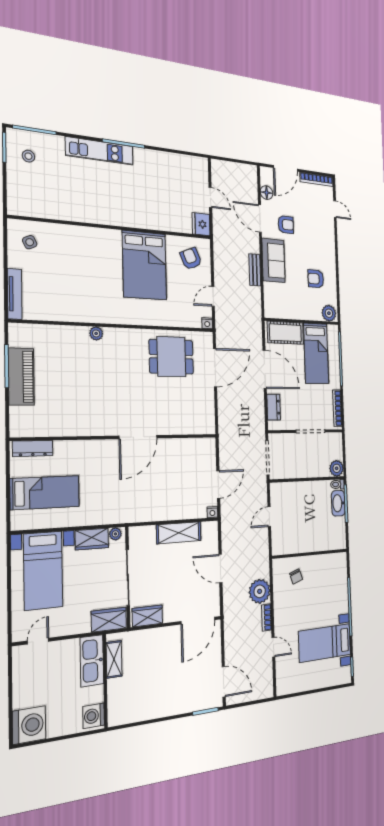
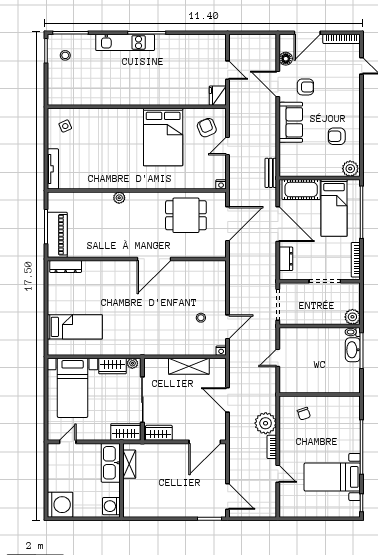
bench: (255, 270) -> (271, 173), moved
door: (213, 296) -> (228, 146), moved
wall: (119, 437) -> (137, 259), moved
door: (138, 437) -> (154, 259), moved
dresser: (33, 448) -> (66, 267), moved
stool: (190, 475) -> (201, 318), added

